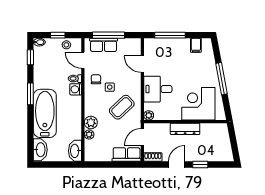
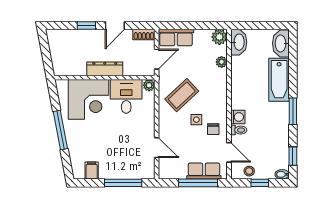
desk: (158, 89) -> (126, 96), moved, turned -90
bathtub: (45, 113) -> (279, 80), width x0.73, depth x0.73
plant: (91, 122) -> (219, 37), moved

